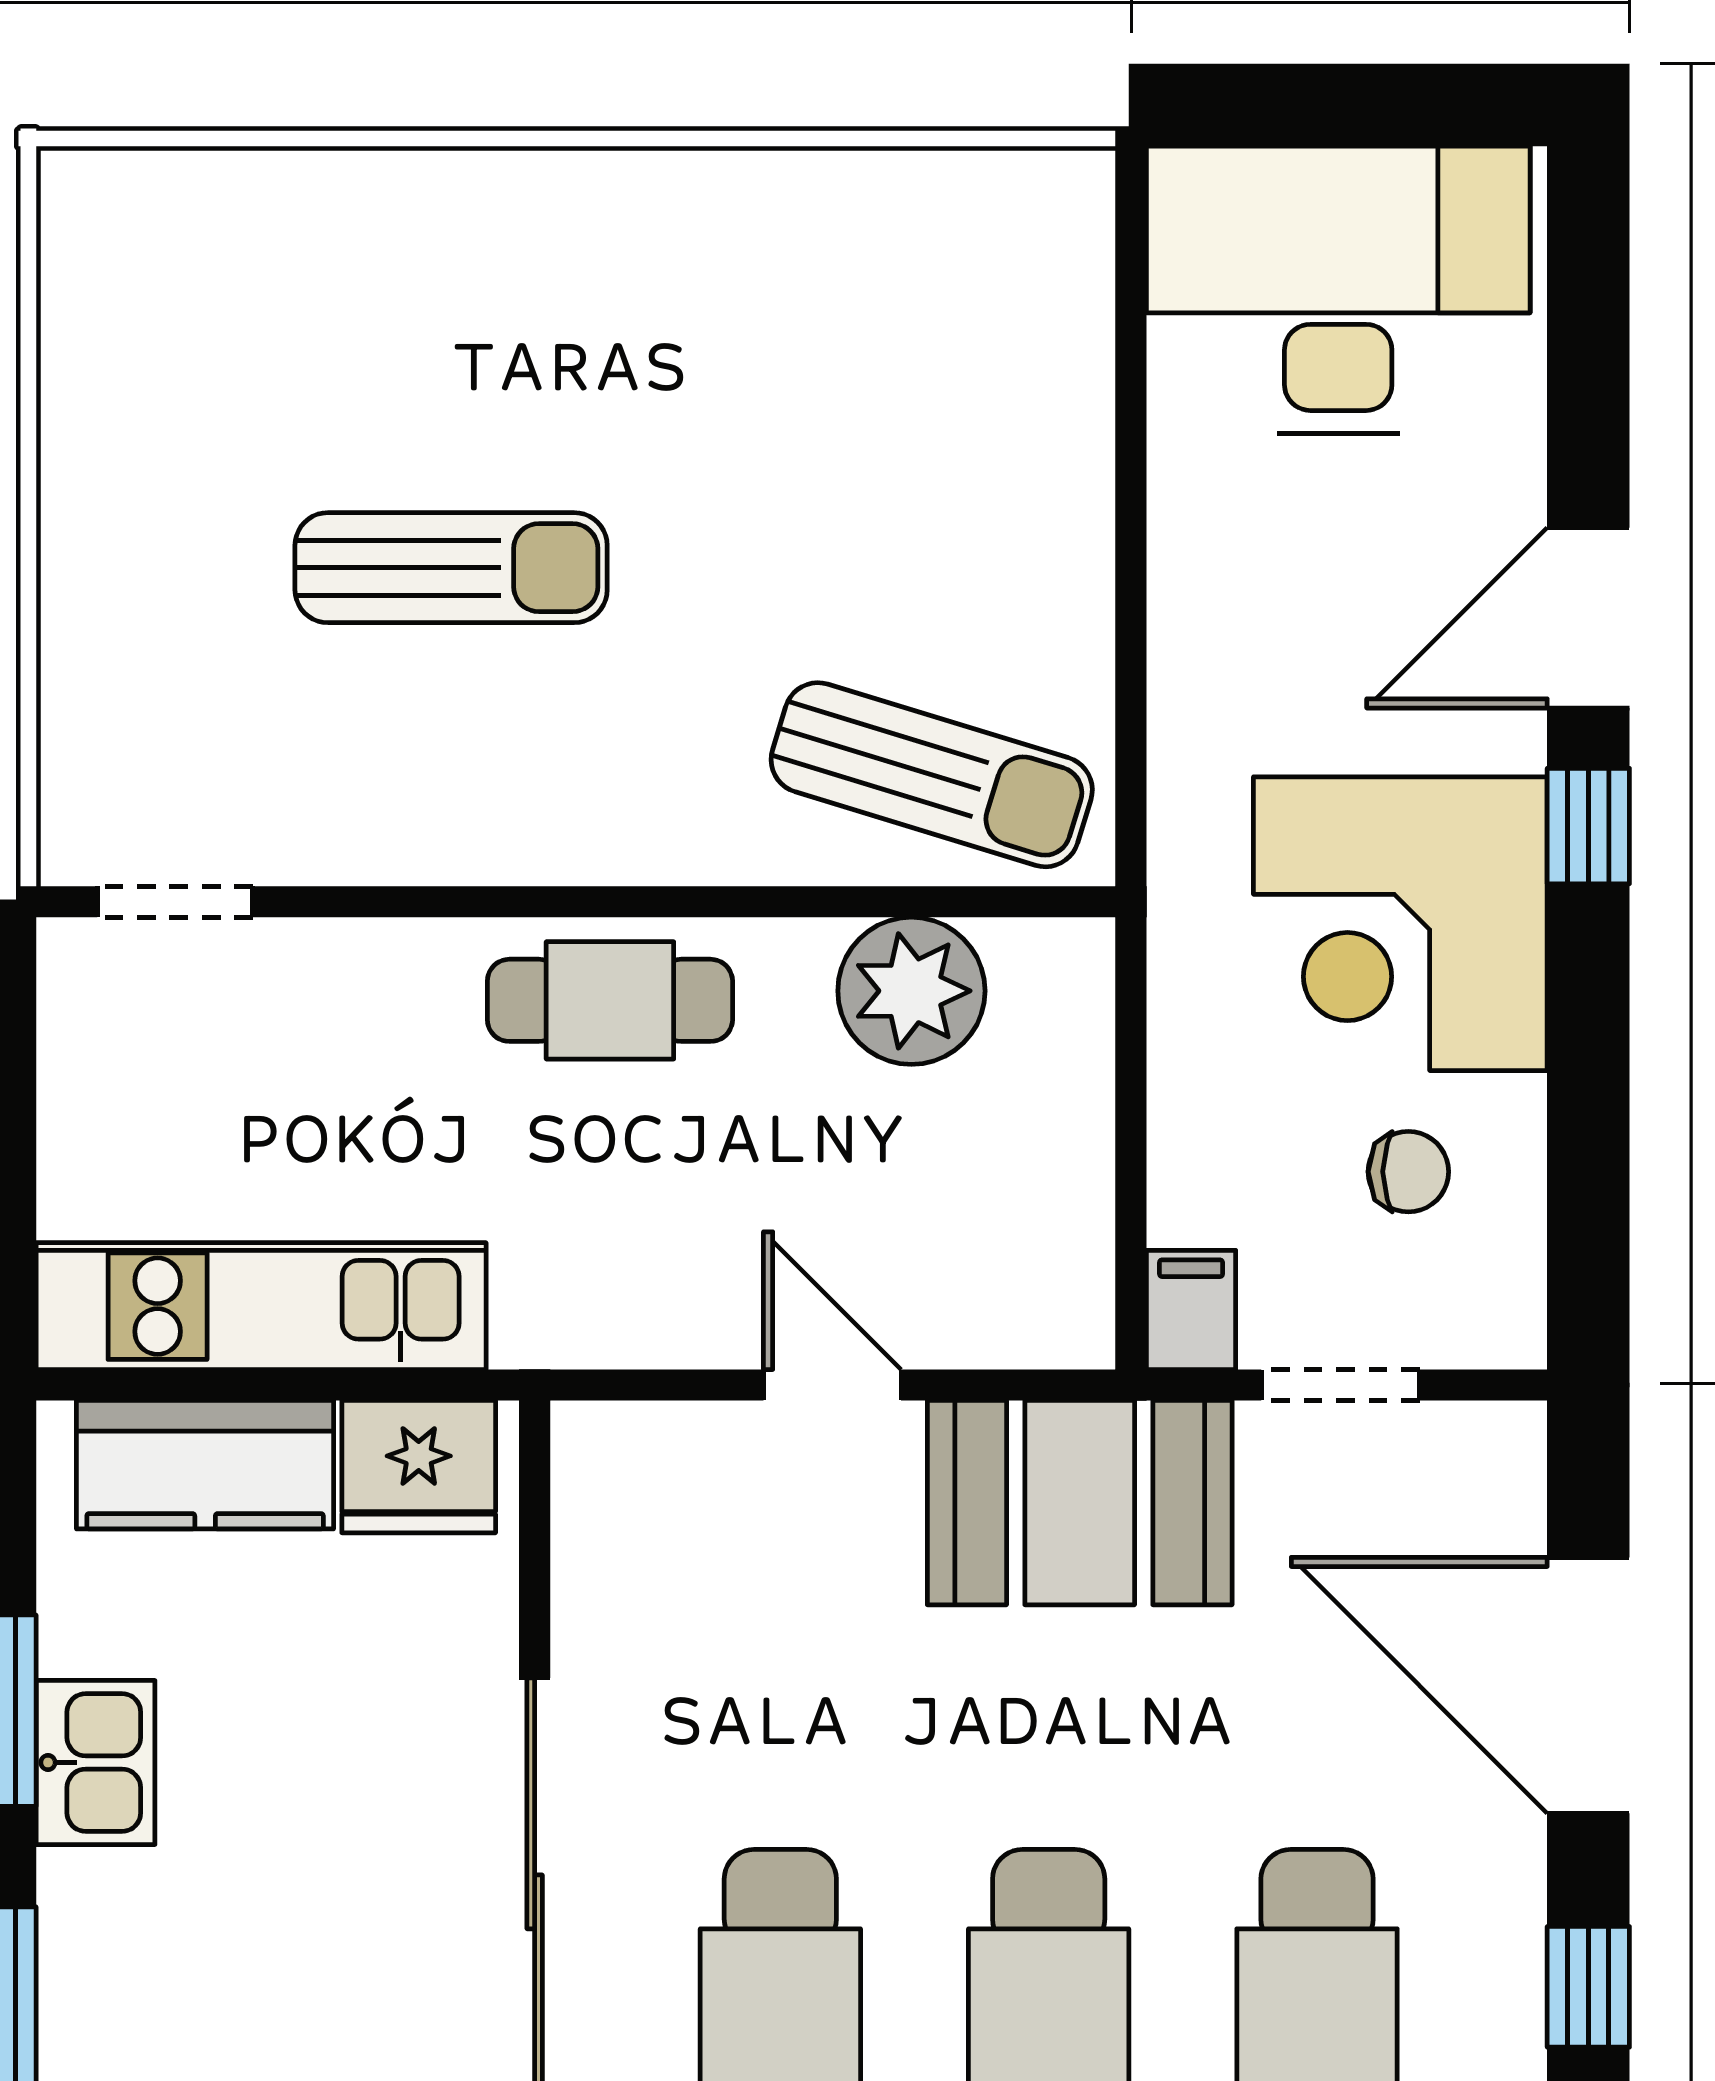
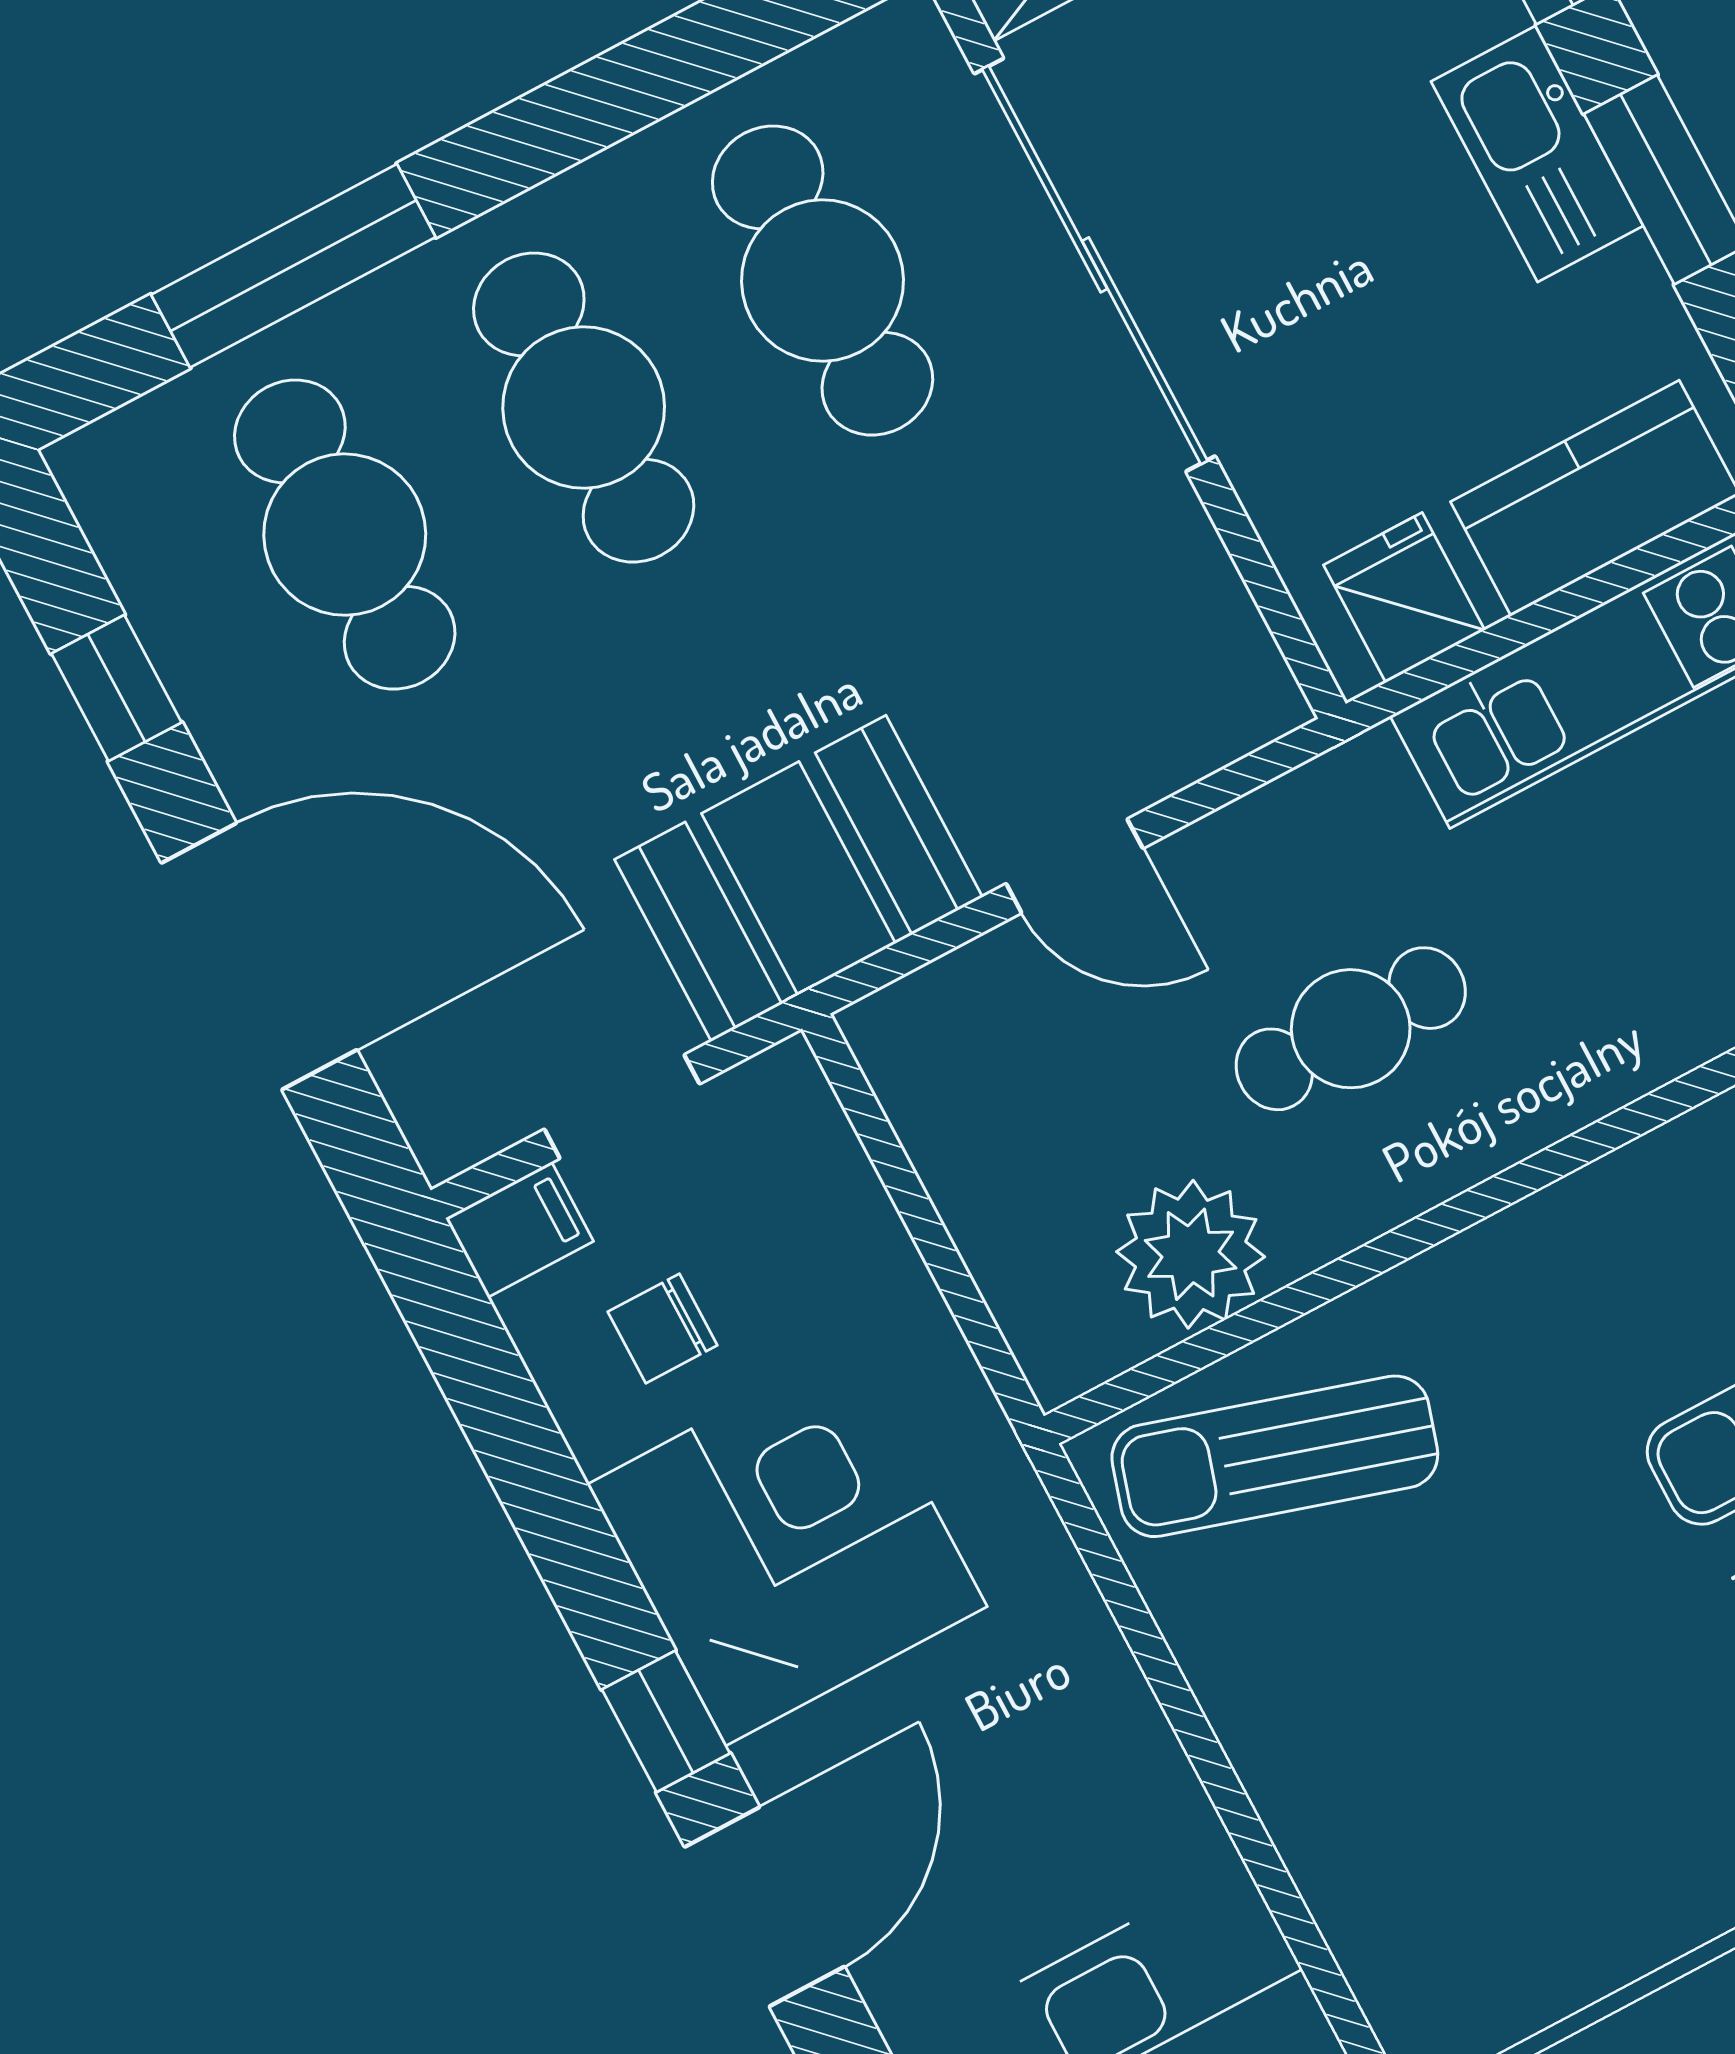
cafe table: (610, 1000) -> (1351, 1029), moved
filing cabinet: (1191, 1310) -> (519, 1230), moved, turned -90
fridge: (419, 1467) -> (1404, 598), width x0.72
kitchen sink: (96, 1762) -> (1537, 154), width x1.38

